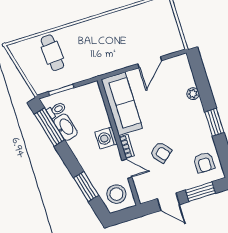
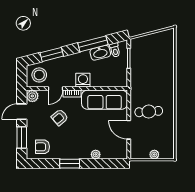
plant: (170, 21) -> (154, 155), added
cafe table: (52, 53) -> (149, 112), moved
window: (49, 127) -> (93, 44), moved
plant: (145, 195) -> (32, 96), added

